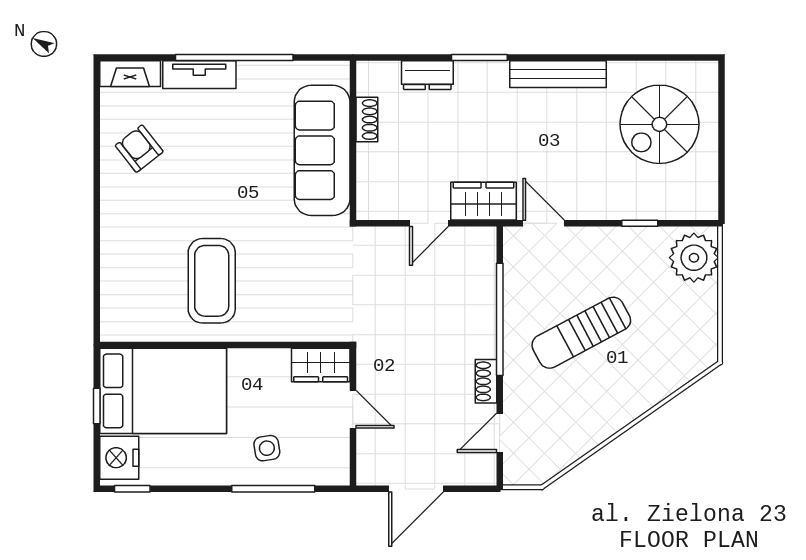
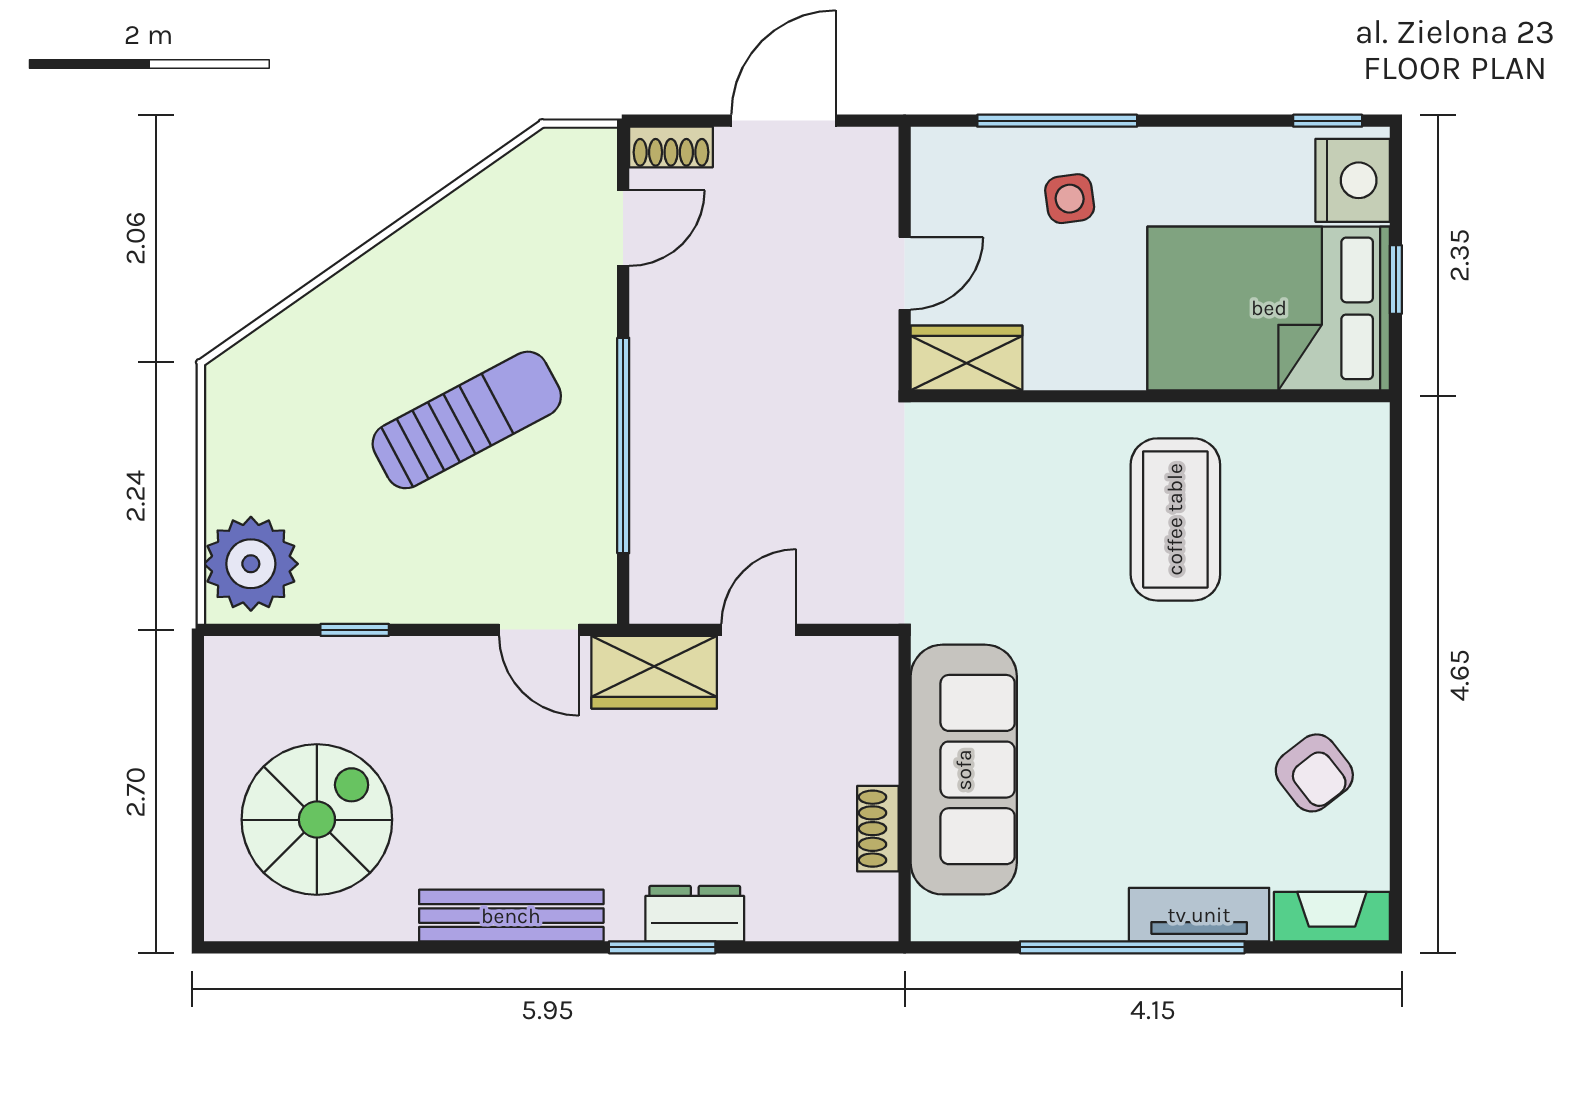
dresser: (427, 75) -> (695, 914), moved
shoe rack: (486, 381) -> (671, 147), moved, turned 90
door: (353, 409) -> (905, 273), swing flipped

